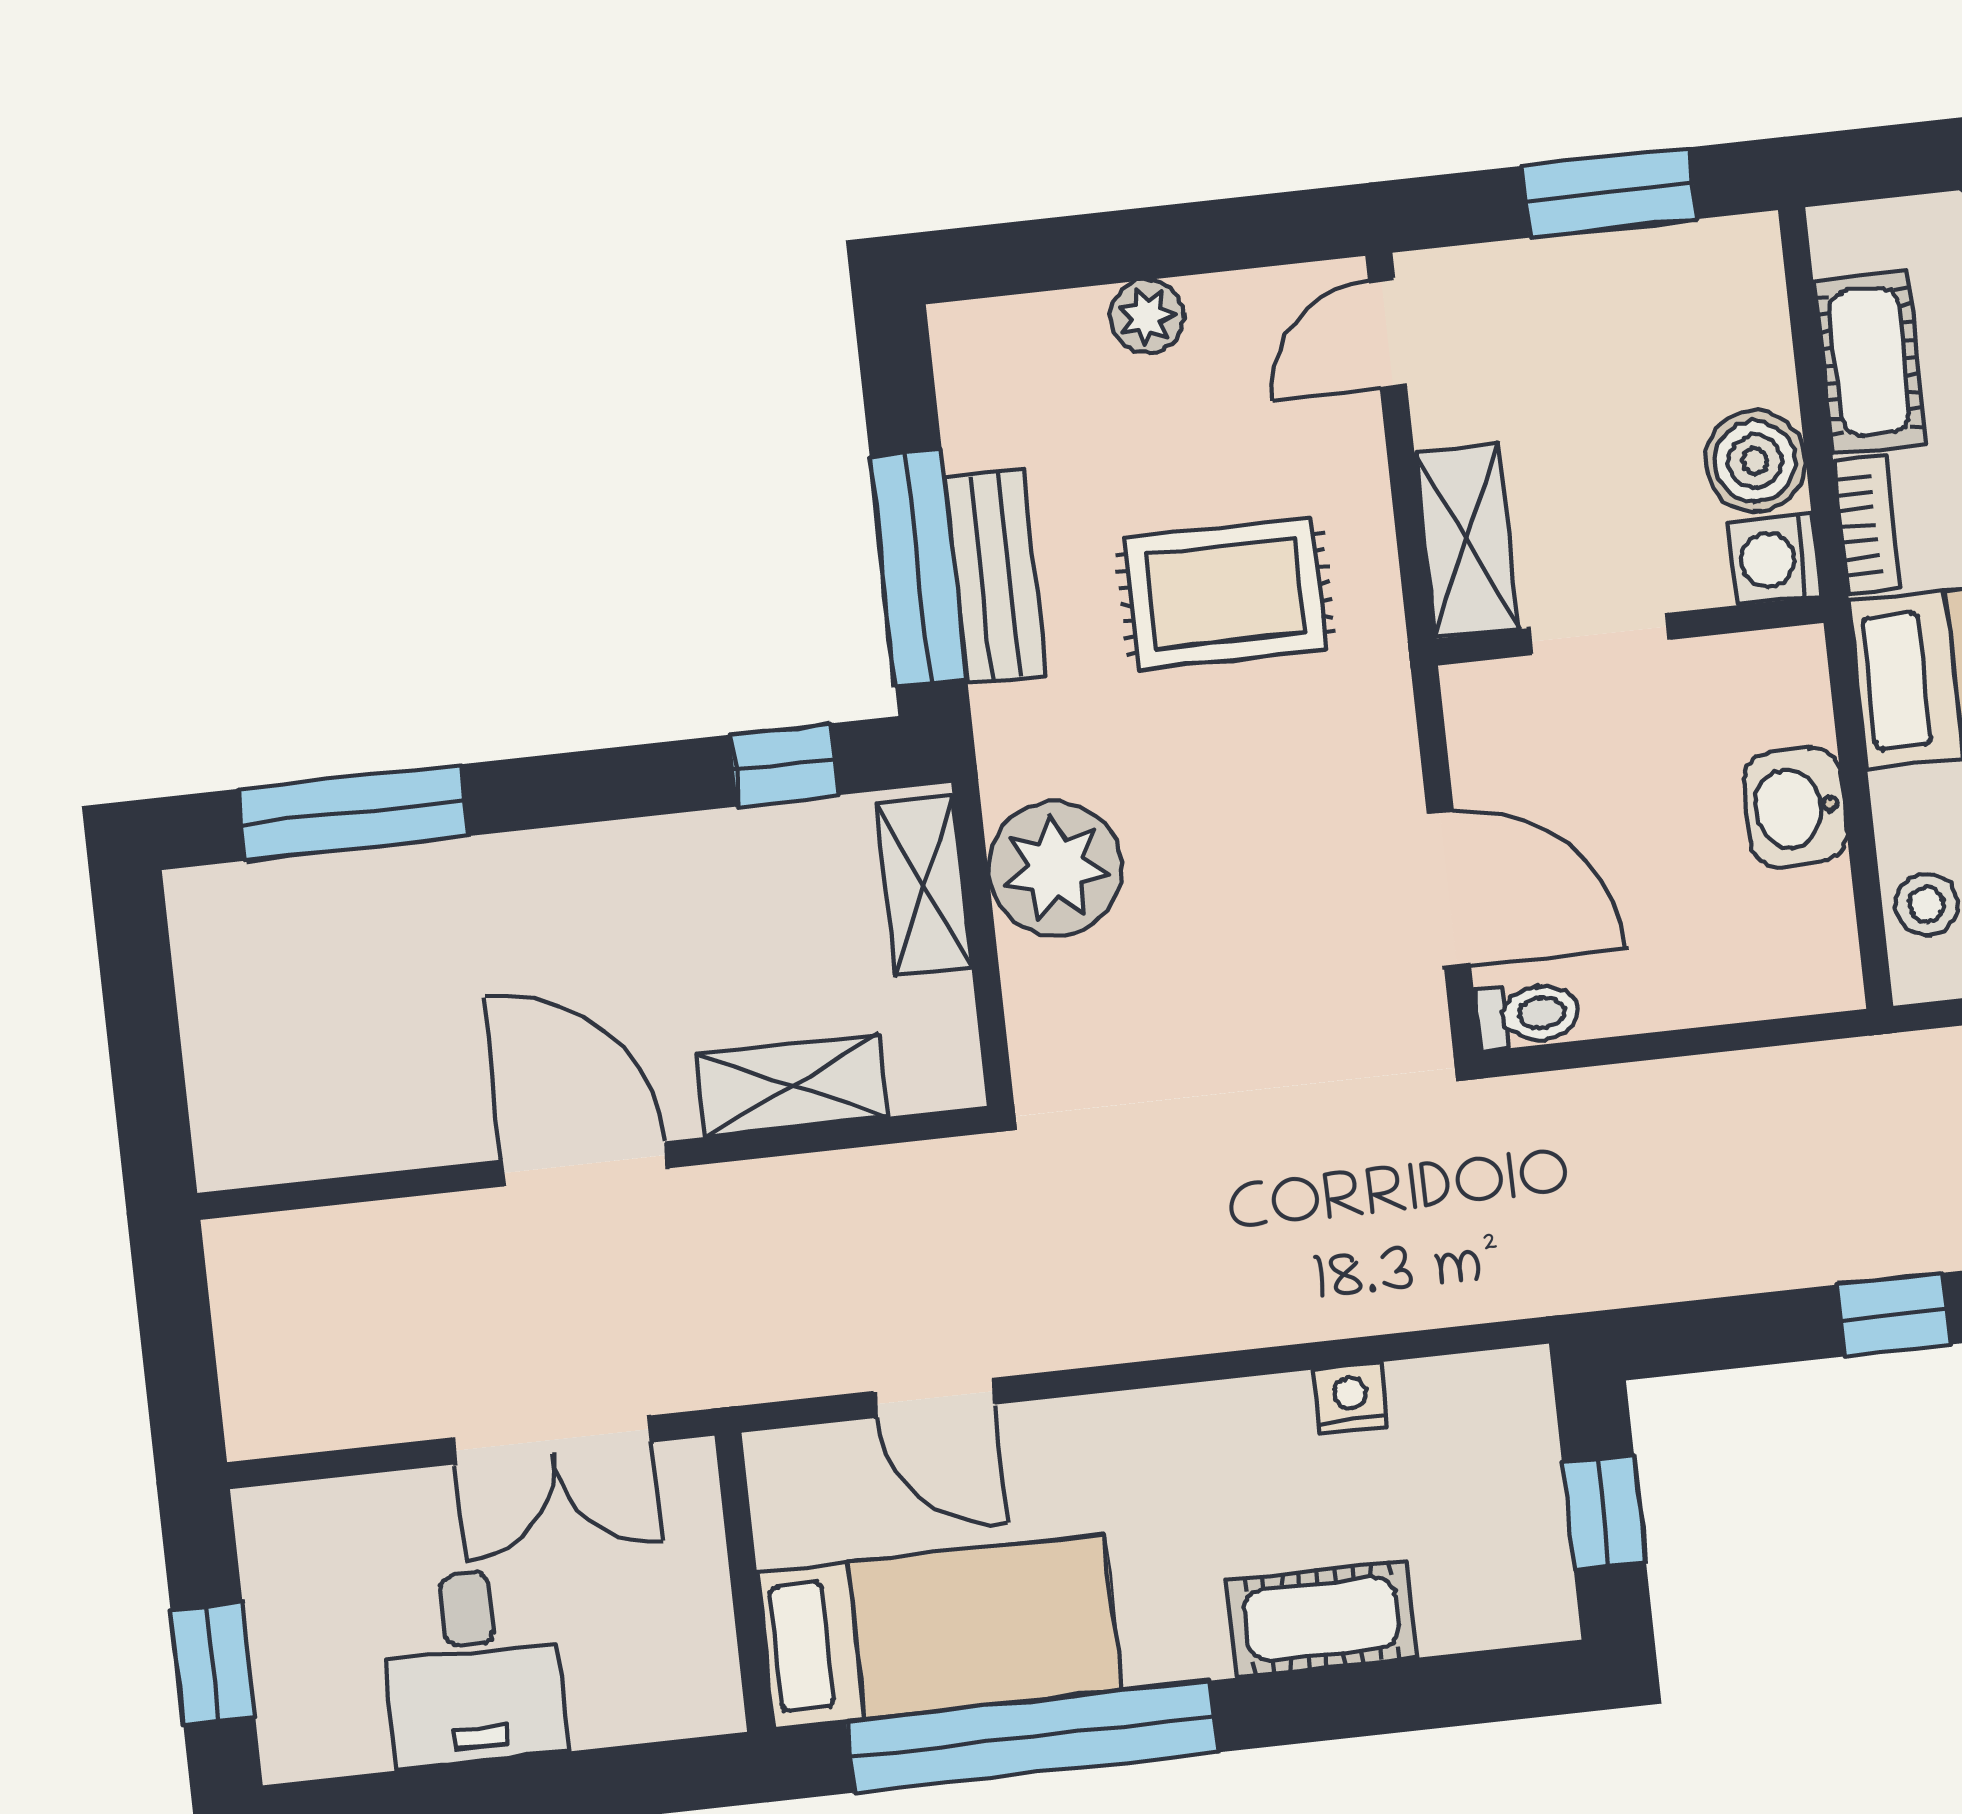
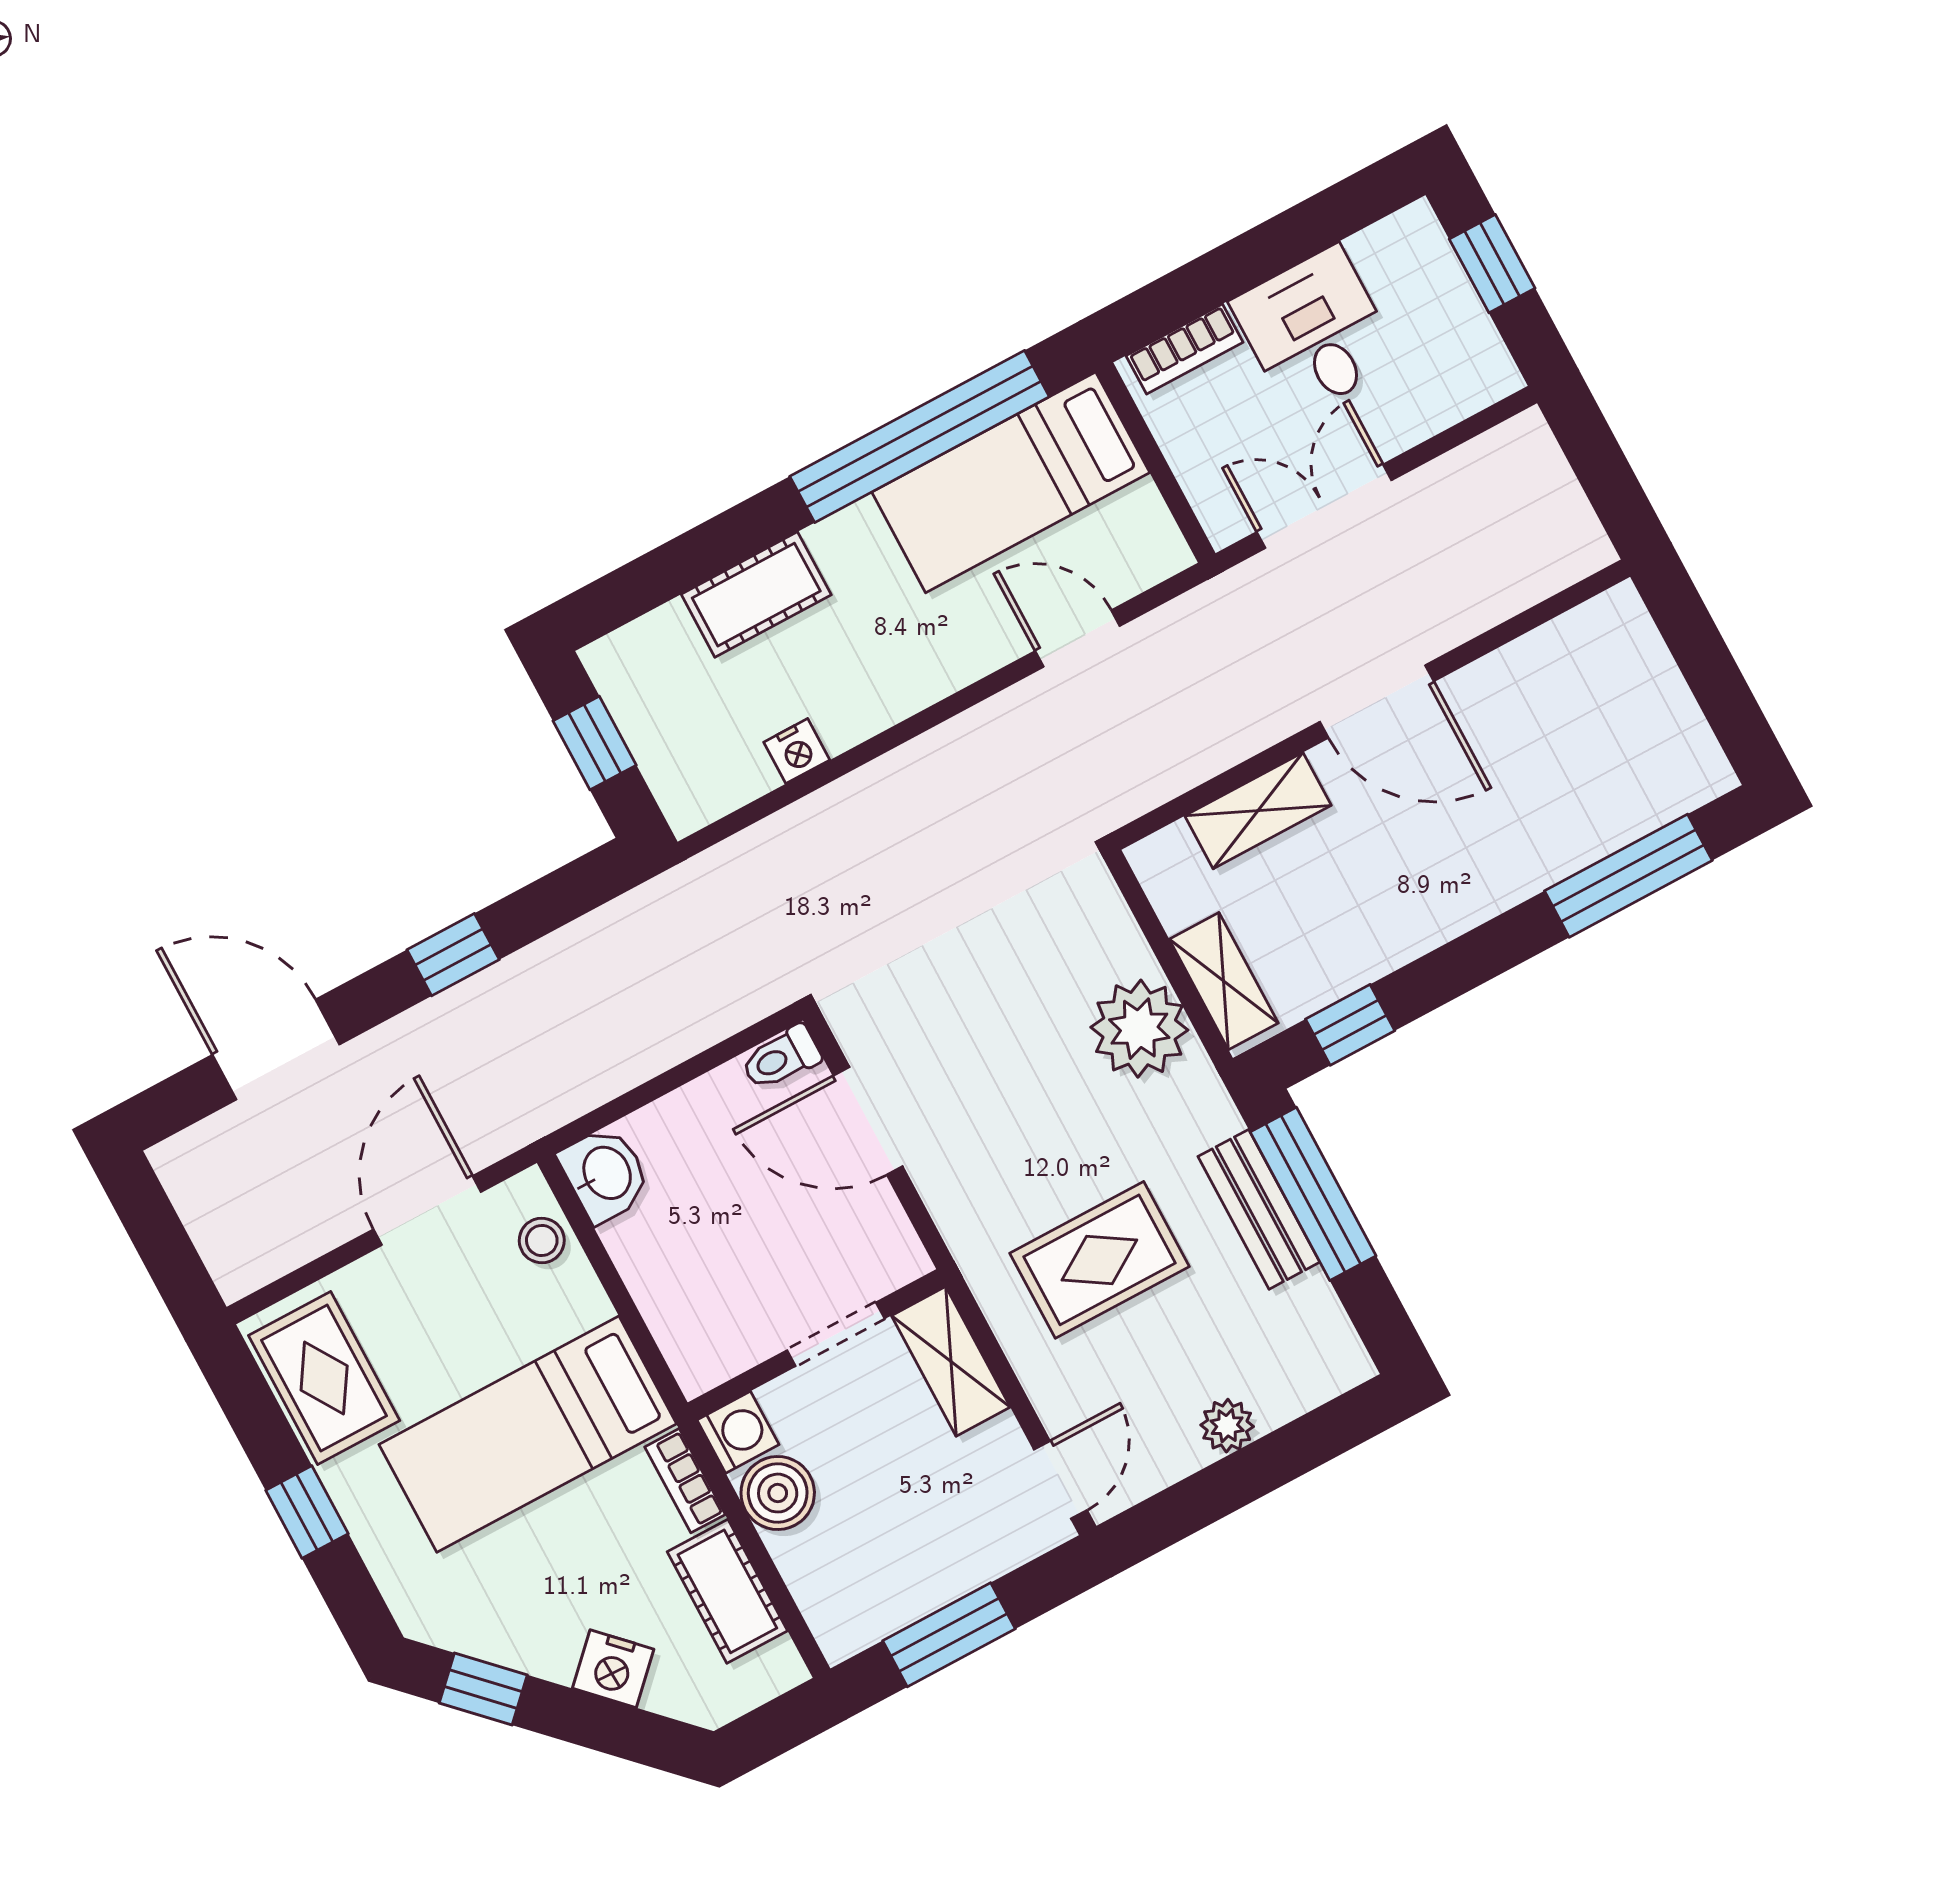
washbasin: (1795, 807) -> (605, 1174), moved
bookcase: (649, 1712) -> (1185, 349), added

